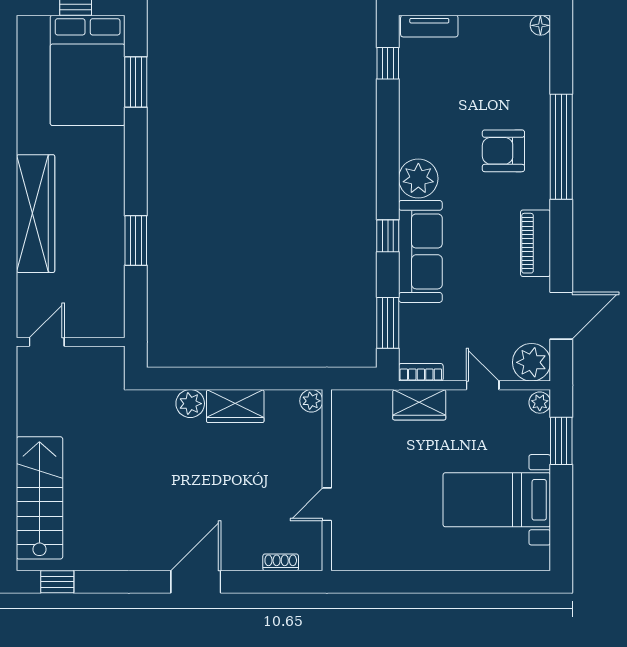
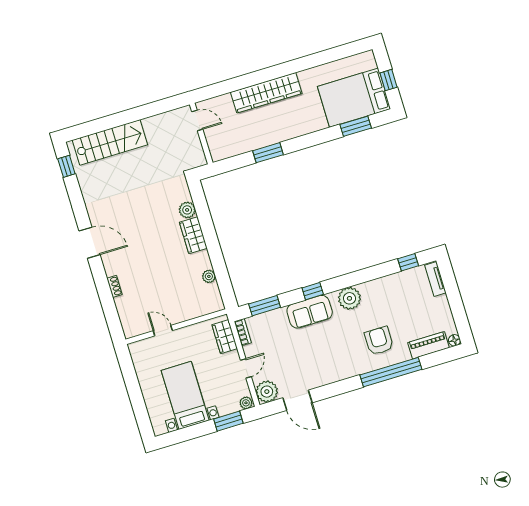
piano: (536, 243) -> (428, 345), moved
sofa: (420, 251) -> (310, 312), width x0.73
wall: (327, 480) -> (176, 327), moved
door: (327, 504) -> (163, 331), moved

